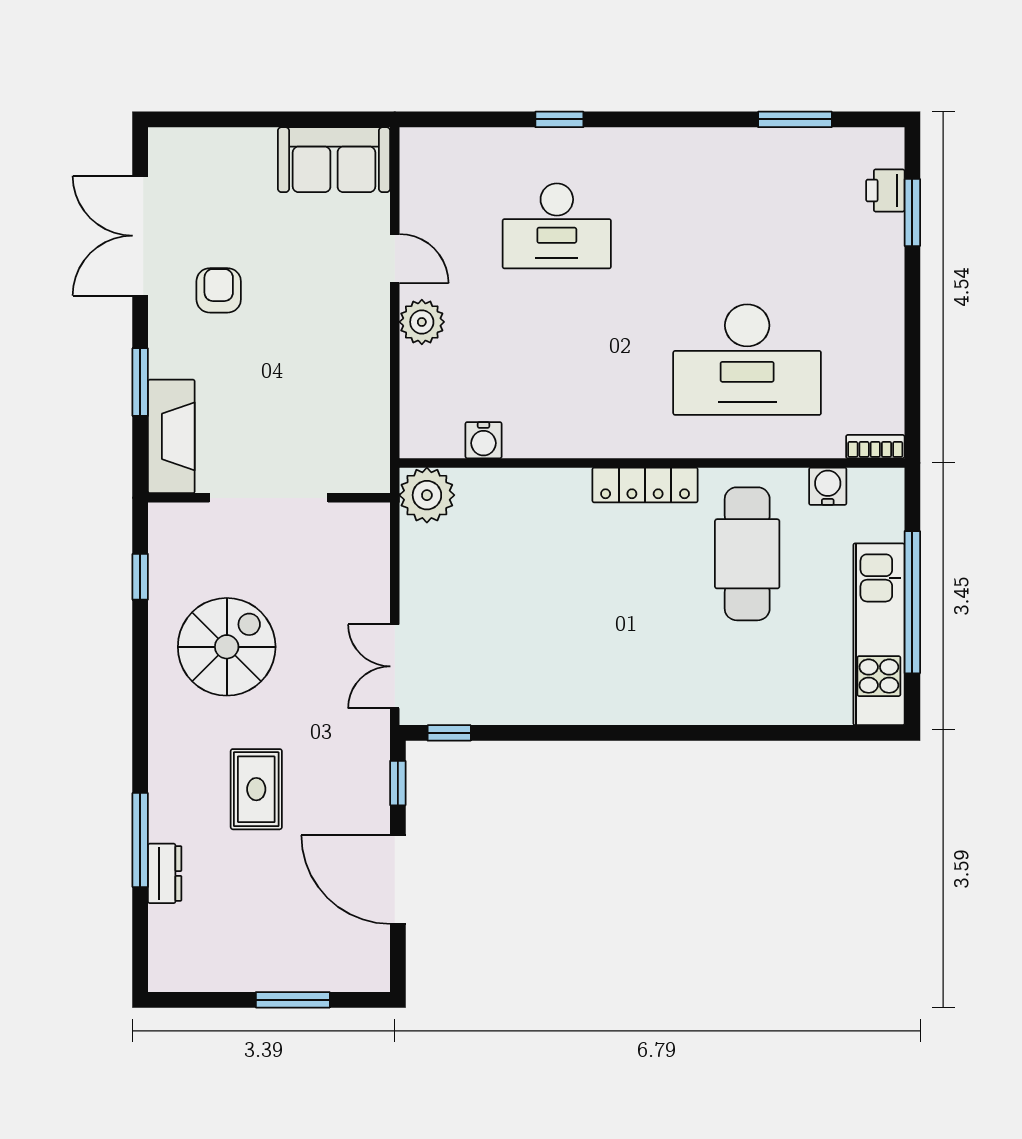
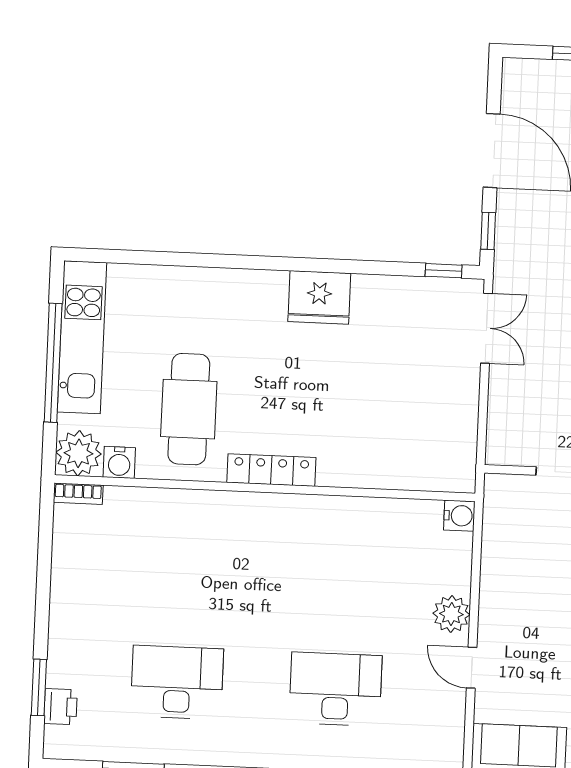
desk: (747, 360) -> (177, 682), moved, width x0.73, depth x0.77
water cooler: (484, 440) -> (459, 516), moved, turned 90
plant: (427, 495) -> (79, 453), moved
fridge: (597, 694) -> (319, 297), added

